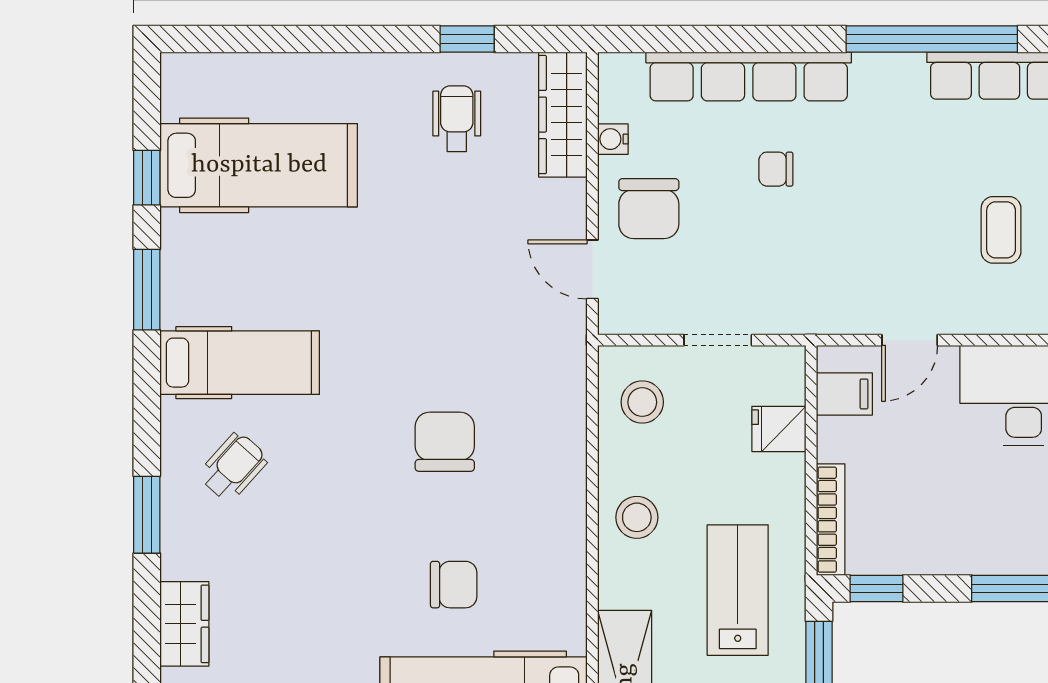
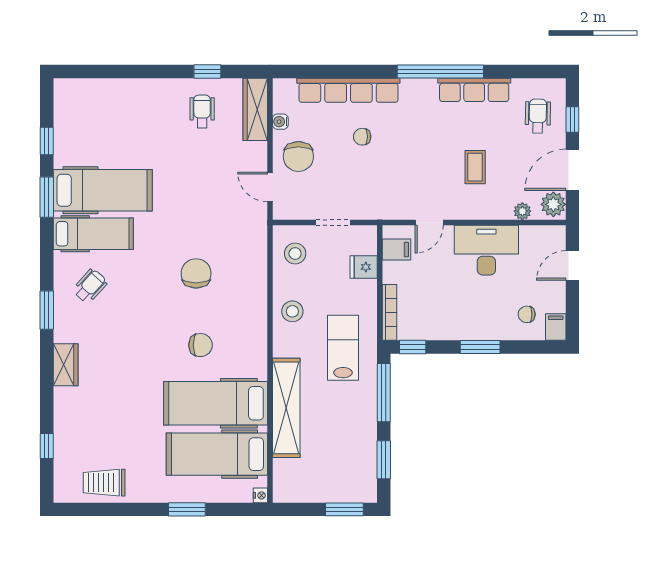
hospital bed: (259, 165) -> (103, 190), moved

